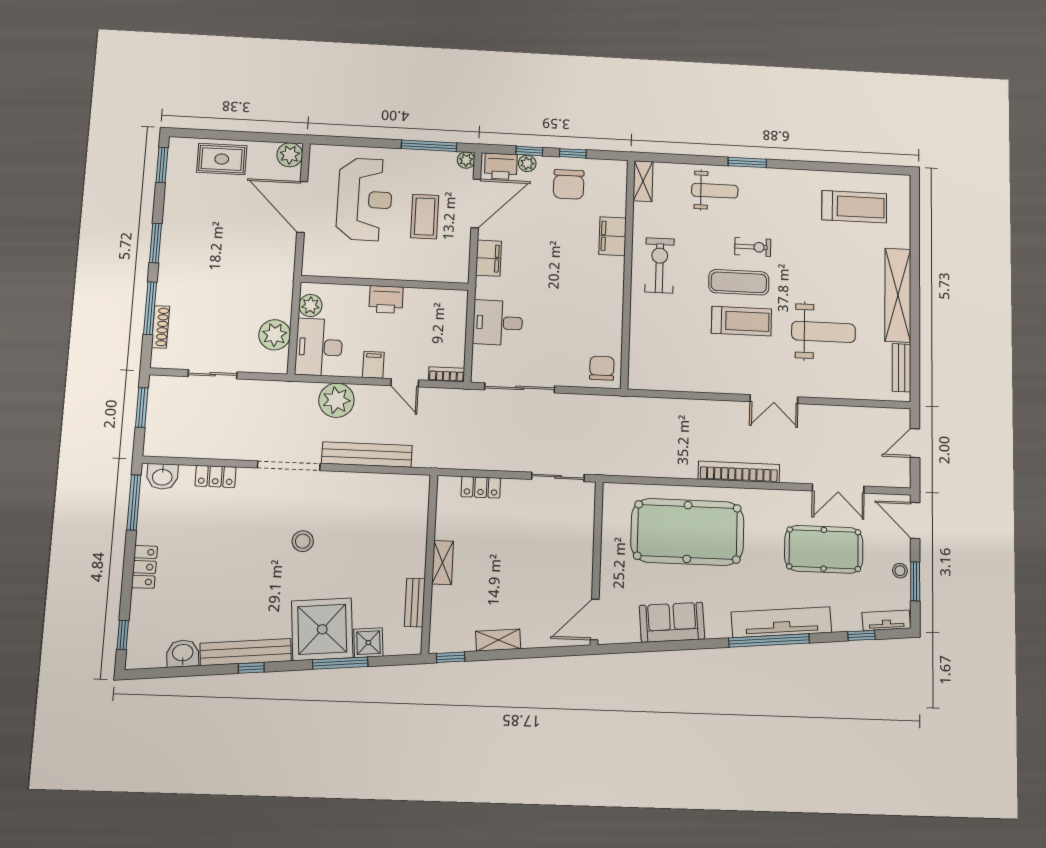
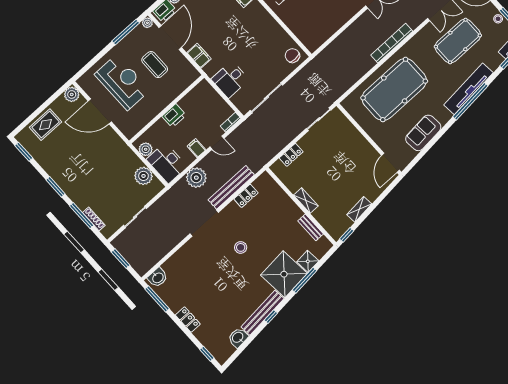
locker: (216, 476) -> (246, 196), moved

